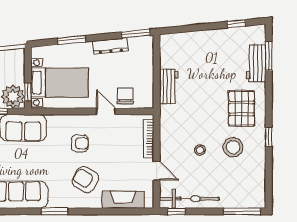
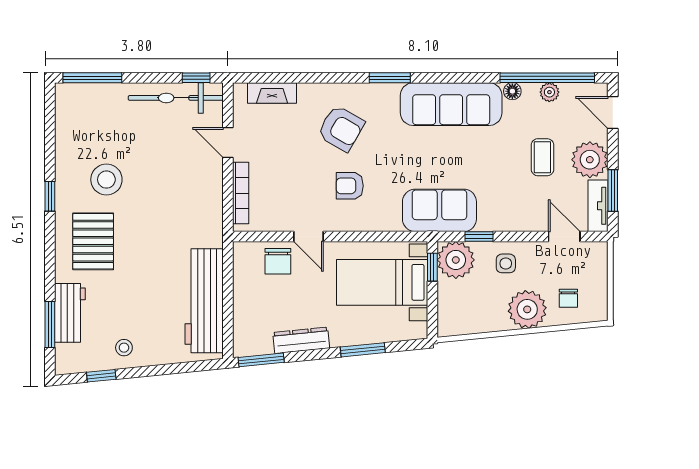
workbench: (169, 86) -> (204, 301), width x1.88, depth x1.32
stool: (200, 150) -> (124, 348), moved
fireplace: (123, 200) -> (272, 93), width x0.73, depth x0.76

